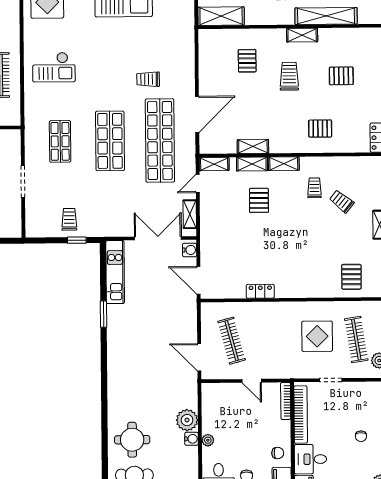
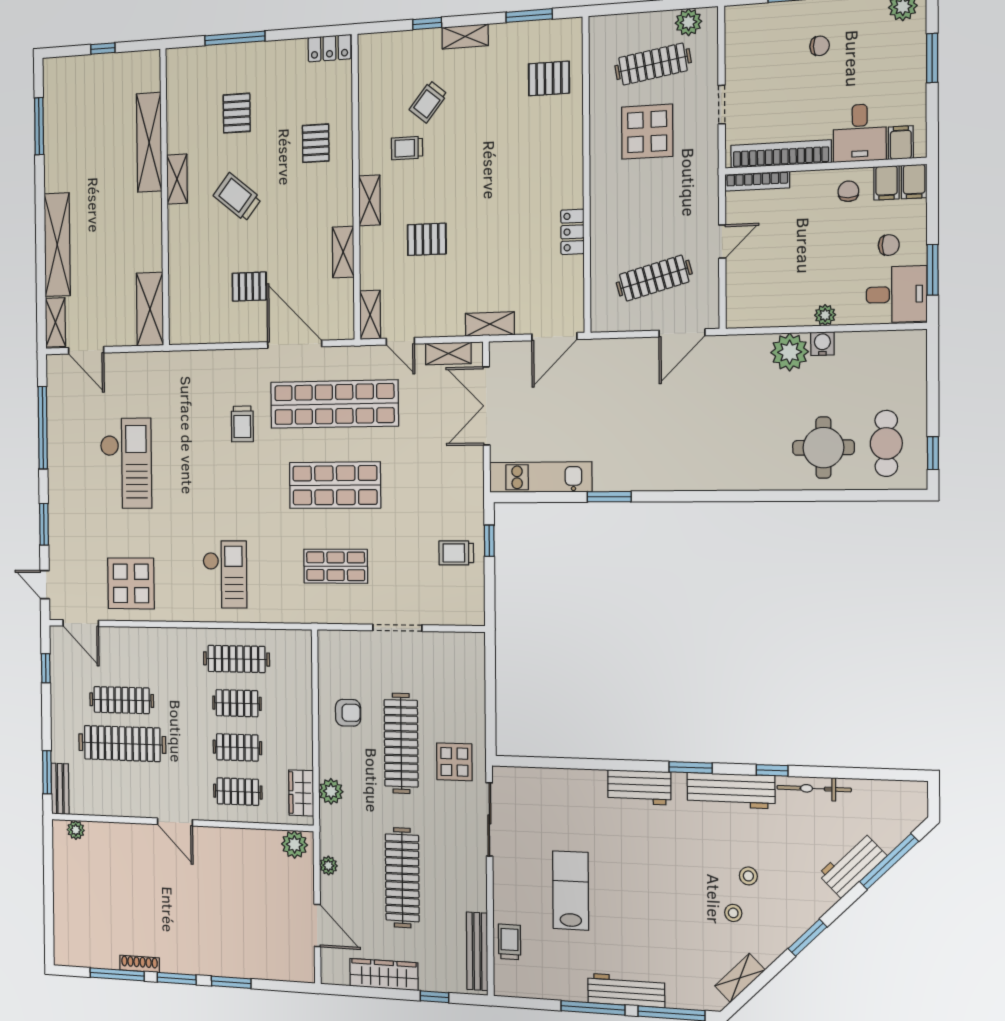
pallet: (247, 61) -> (249, 287), moved
trolley: (289, 76) -> (237, 197), turned 39
shelving: (252, 164) -> (490, 324), moved, turned 90
water cooler: (190, 250) -> (505, 353), removed

